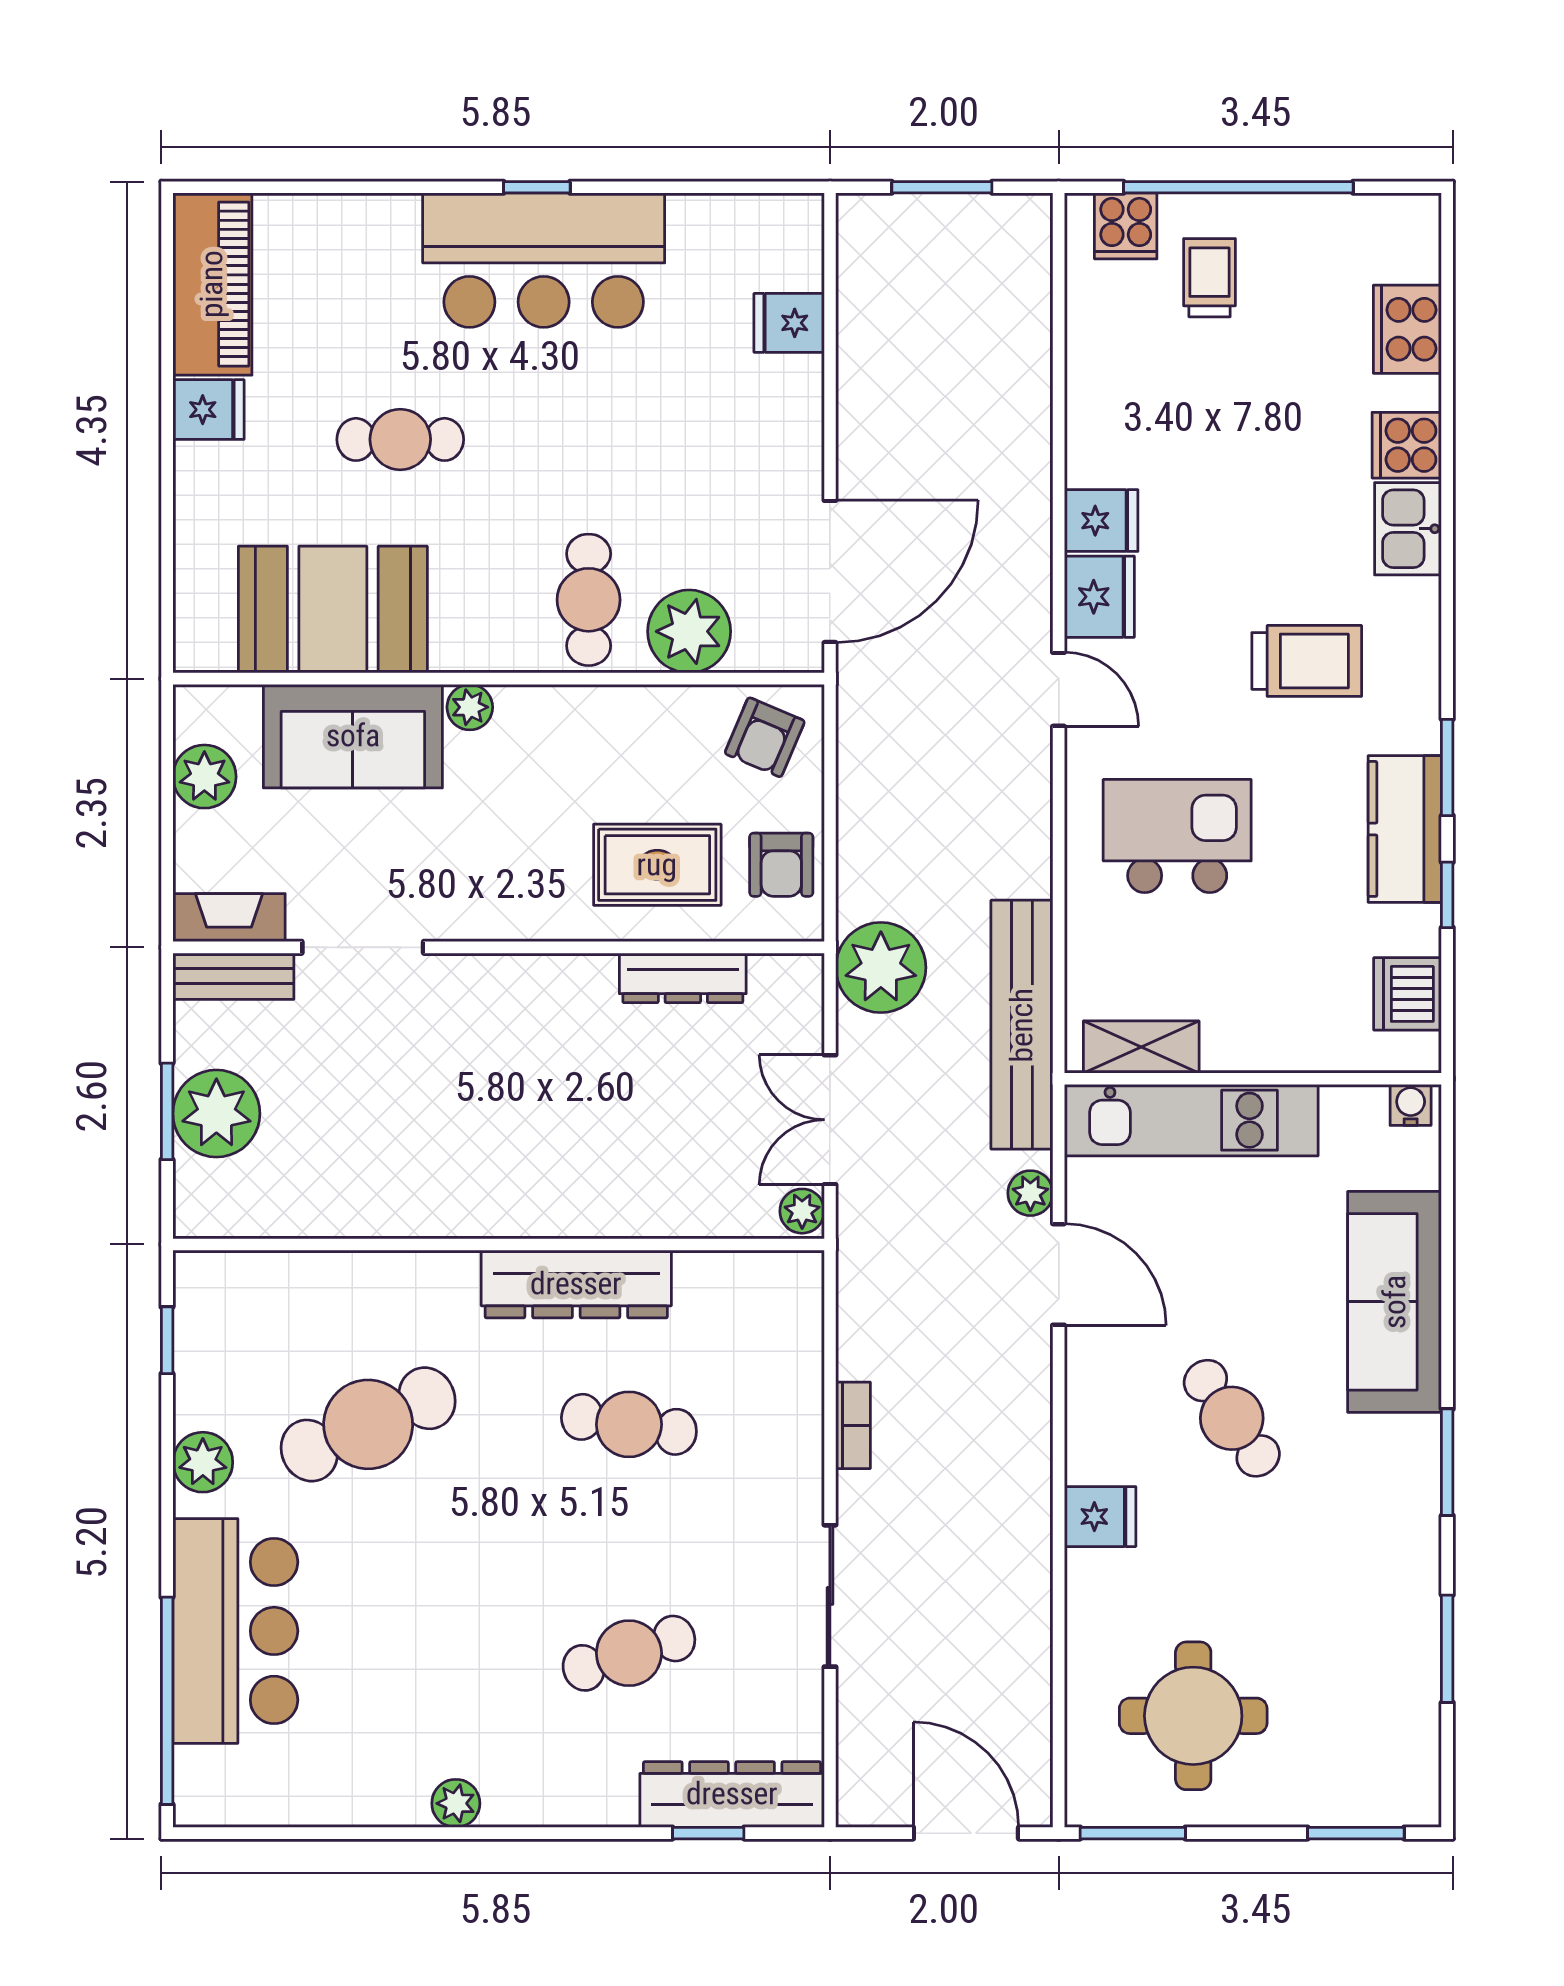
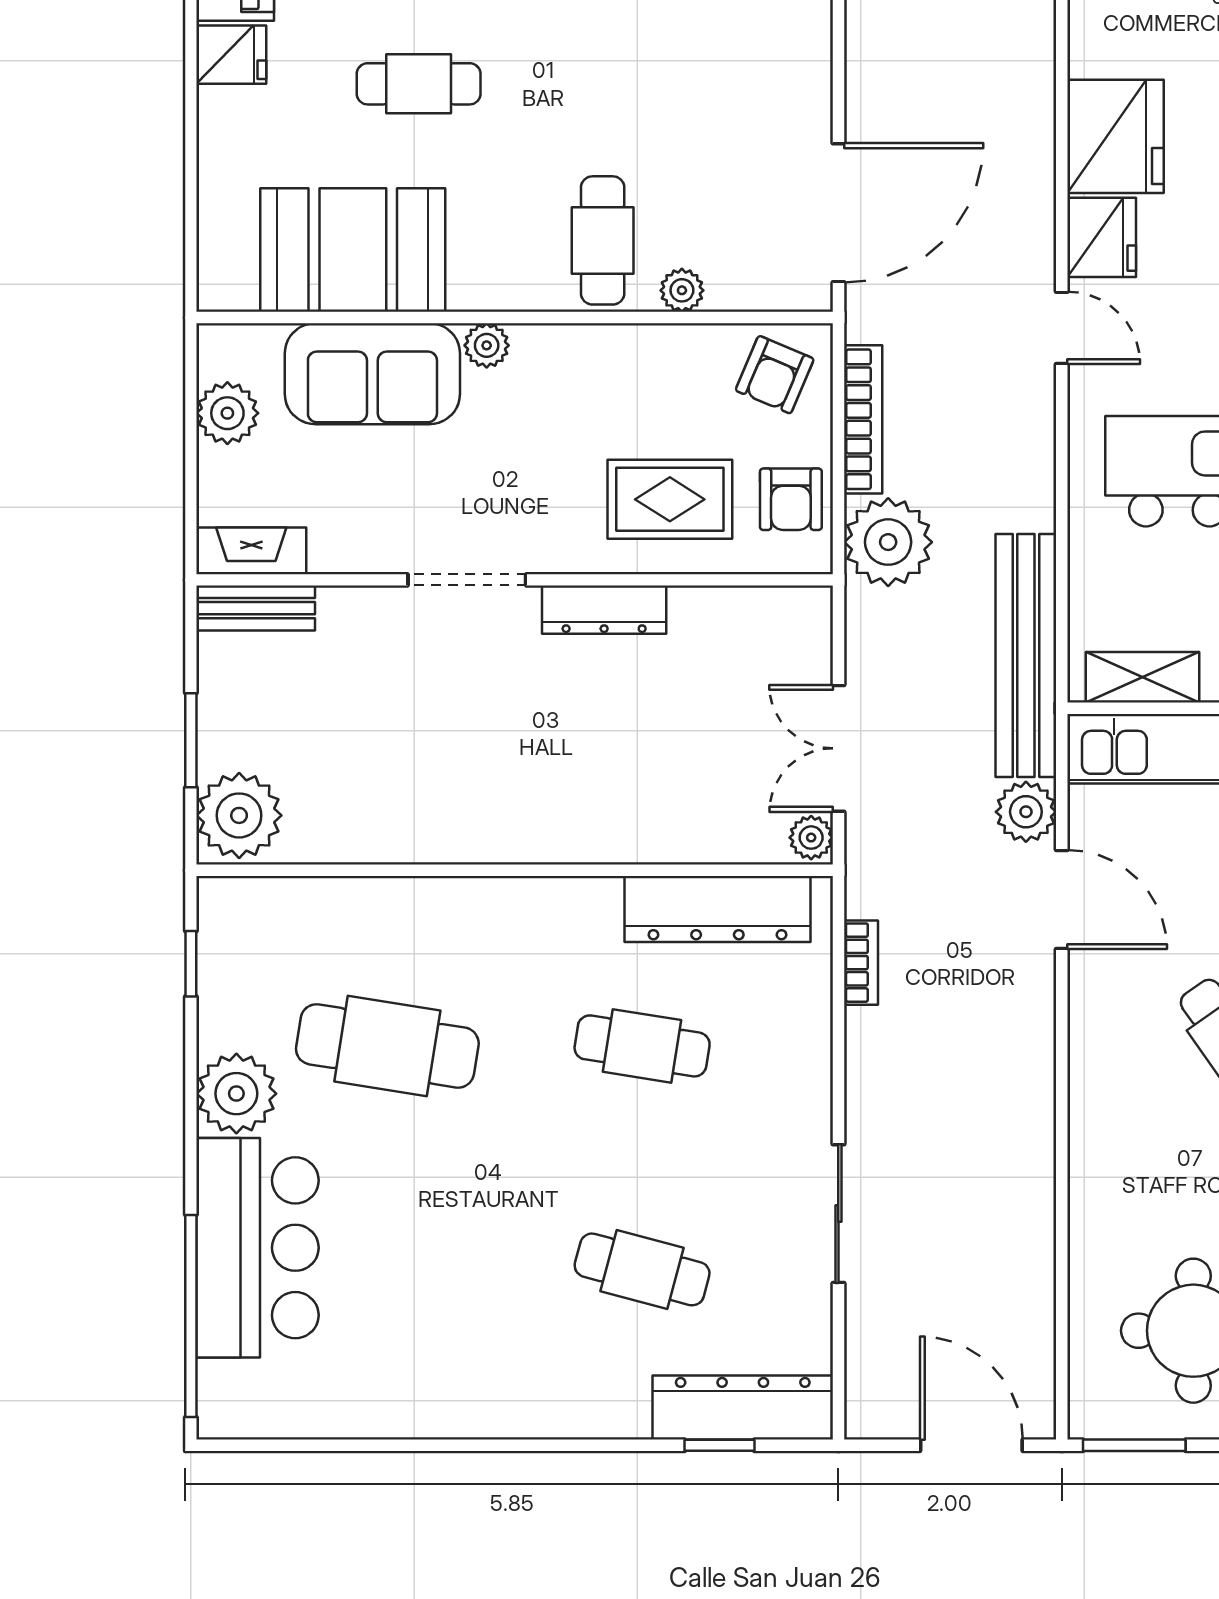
fridge: (1101, 521) -> (1115, 136), width x1.88, depth x1.34
plant: (689, 631) -> (682, 290), width x0.53, depth x0.53
bookcase: (855, 783) -> (863, 419), added
doorway: (363, 947) -> (467, 580), moved
plant: (881, 968) -> (888, 542), moved
dresser: (683, 978) -> (604, 610), moved
plant: (216, 1113) -> (239, 815), moved
plant: (1030, 1193) -> (1026, 812), width x1.38, depth x1.38
dresser: (576, 1284) -> (717, 909), moved
cafe table: (368, 1424) -> (387, 1046), turned 33
bookcase: (853, 1425) -> (861, 963), moved
plant: (203, 1462) -> (236, 1094), width x1.36, depth x1.36
fridge: (1100, 1517) -> (1102, 1136), removed
cafe table: (629, 1653) -> (642, 1269), turned 33
plant: (456, 1803) -> (473, 1416), removed

